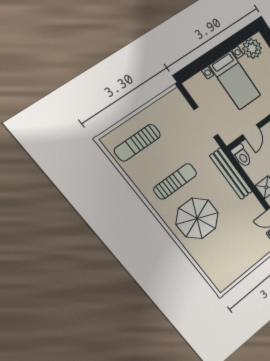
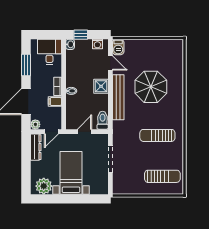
bench: (231, 174) -> (118, 97), moved
parasol: (197, 218) -> (151, 87), moved

